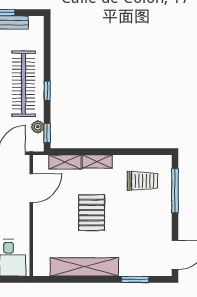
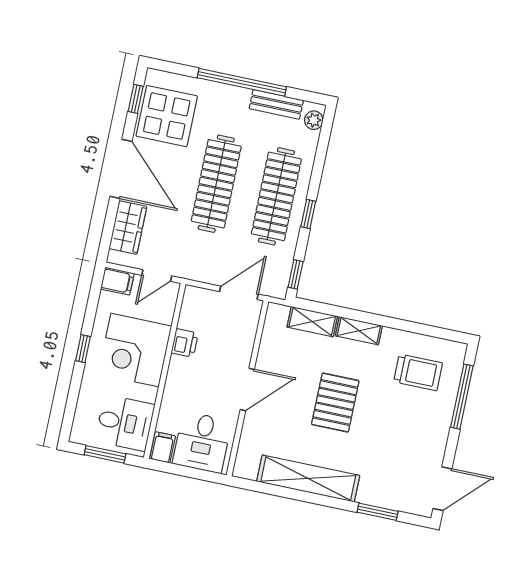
plant: (38, 127) -> (314, 120), moved
door: (31, 188) -> (247, 389), moved

